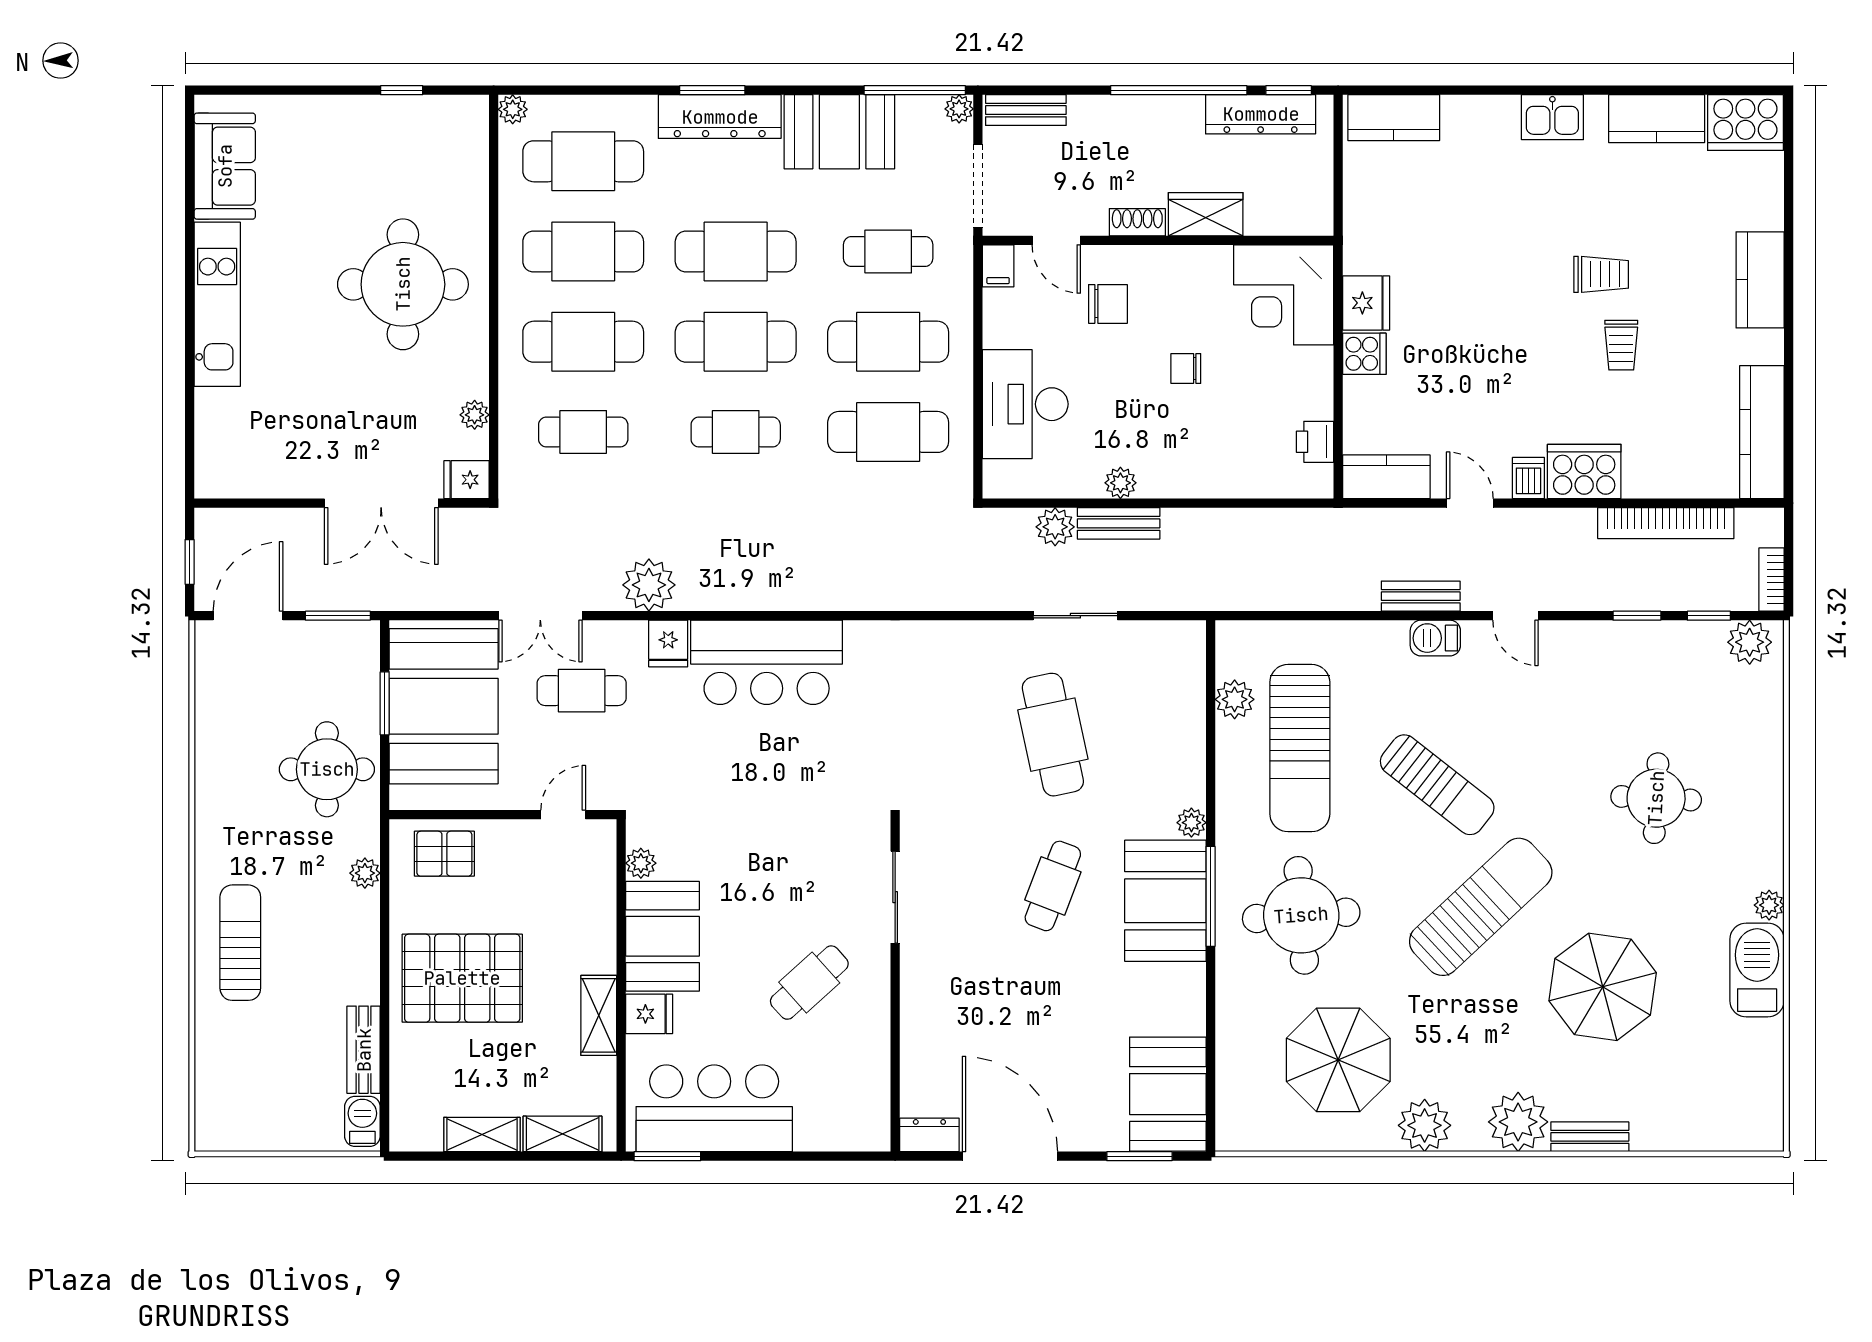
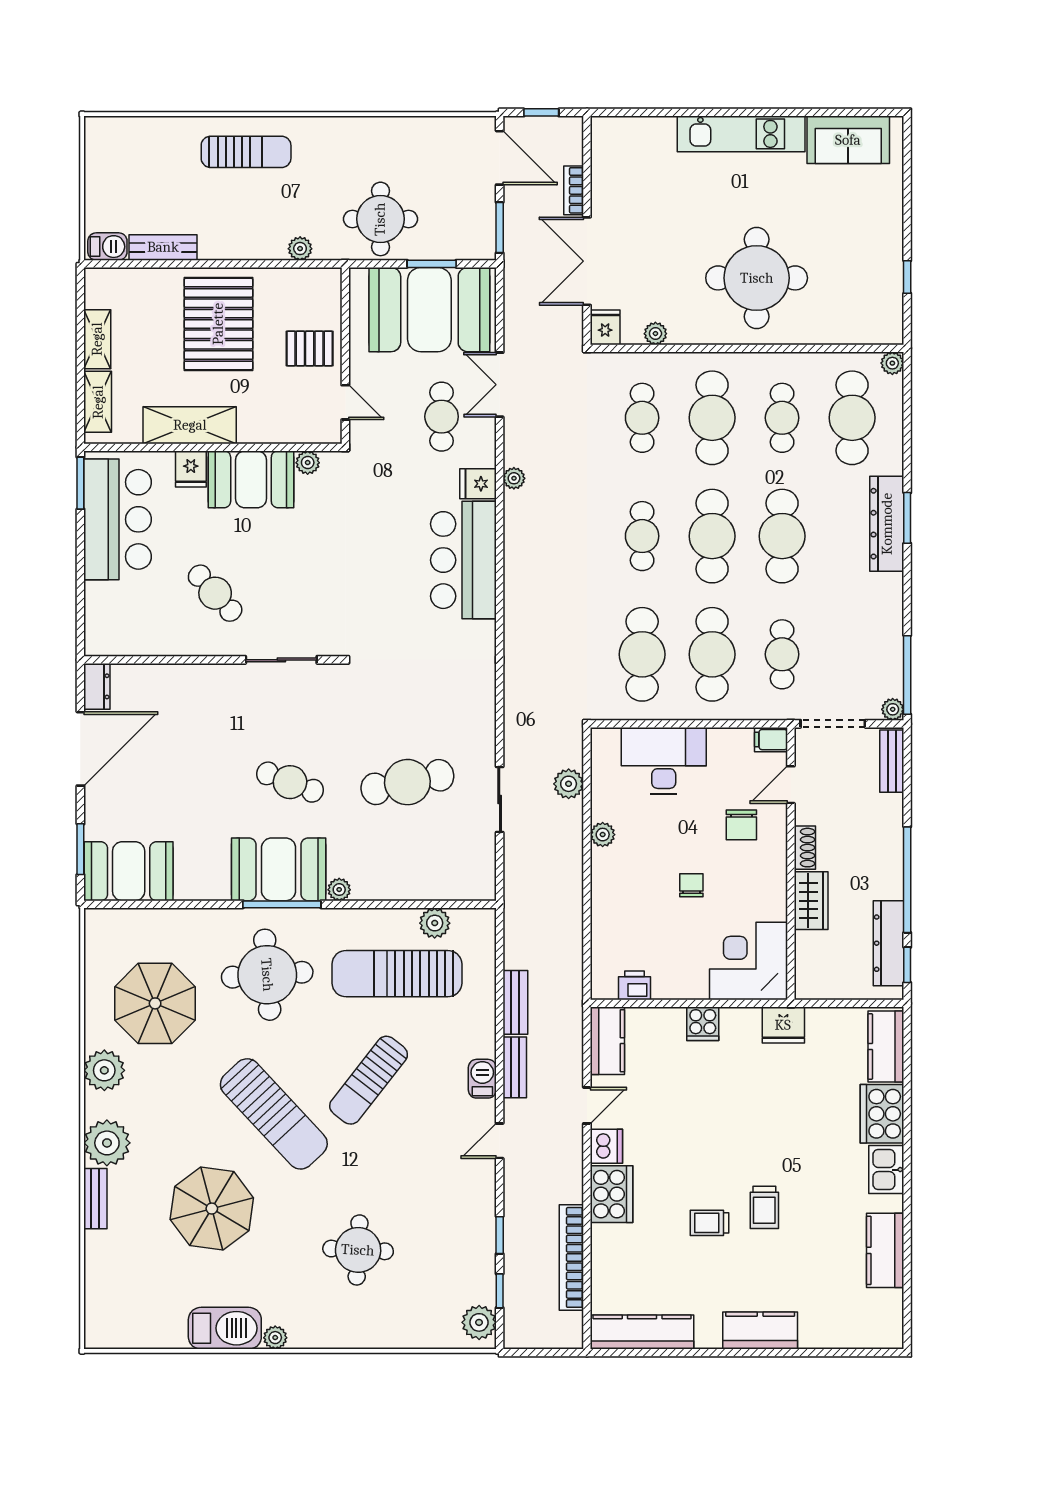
cooker: (1745, 123) -> (882, 1114), moved
booth: (839, 132) -> (875, 616), removed
cafe table: (583, 251) -> (782, 418), width x0.73, depth x0.74
fridge: (1366, 303) -> (783, 1025), moved
dishwasher: (1528, 478) -> (606, 1146), width x1.38
bench: (1119, 523) -> (515, 1002), moved
bookcase: (1771, 580) -> (574, 190), moved, turned -90
plant: (649, 585) -> (514, 478), width x0.53, depth x0.53
pallet: (444, 854) -> (310, 348), moved, turned 90
shelving: (599, 1015) -> (190, 425), width x1.50, depth x1.33

